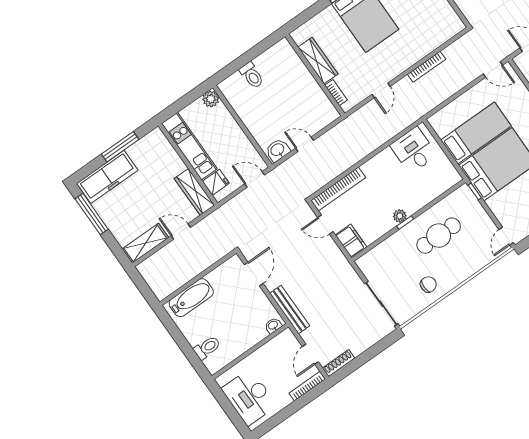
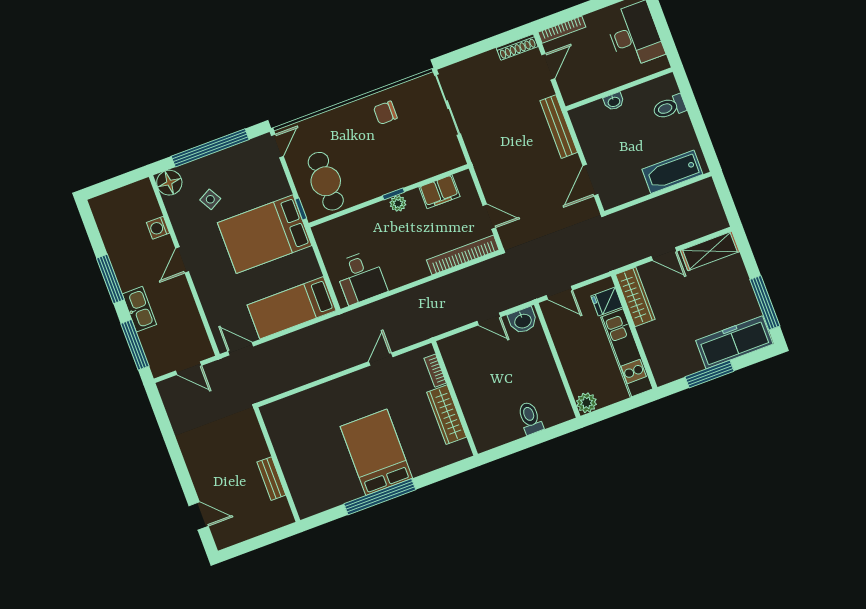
bookcase: (427, 67) -> (319, 373), removed
bed: (476, 133) -> (292, 308), moved
cafe table: (439, 236) -> (326, 181), moved, turned 90
filing cabinet: (351, 241) -> (439, 192), moved, turned -90
washbasin: (273, 325) -> (614, 102), moved

